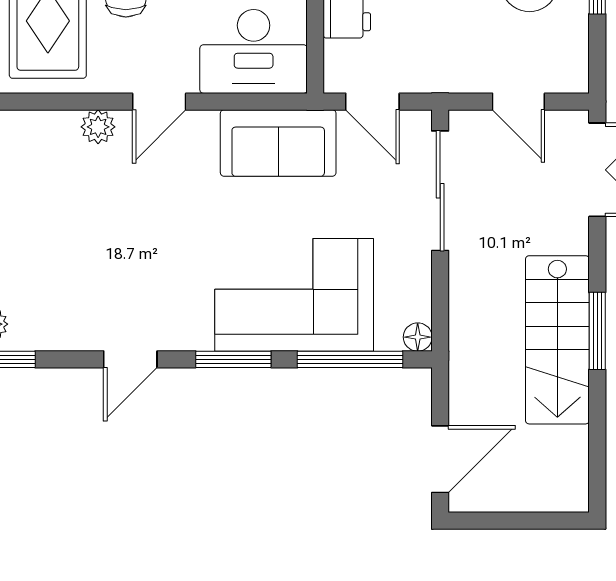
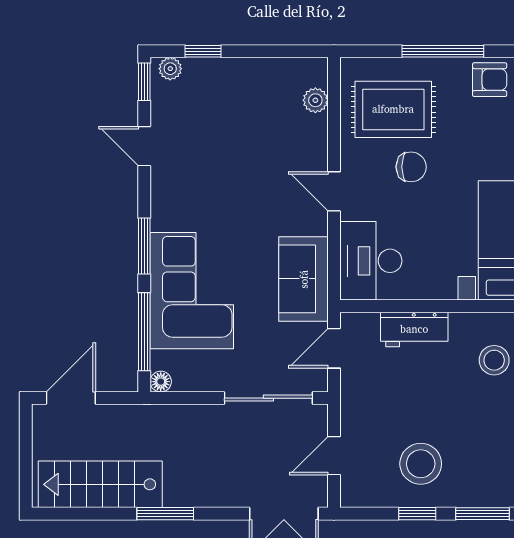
plant: (98, 127) -> (315, 100), moved
stairs: (557, 340) -> (100, 484), moved
door: (130, 359) -> (144, 146), moved
door: (440, 459) -> (71, 398), swing flipped

